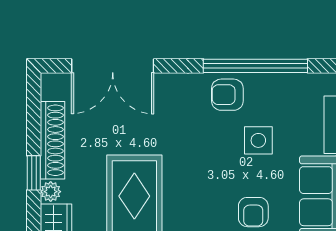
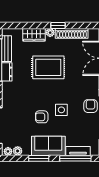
side table: (258, 140) -> (61, 110), moved

